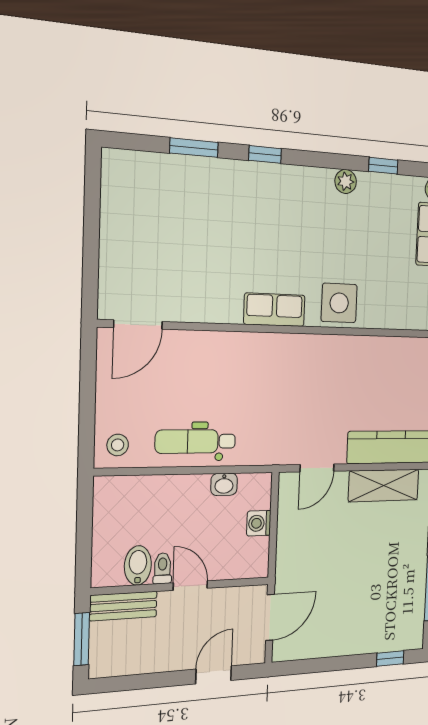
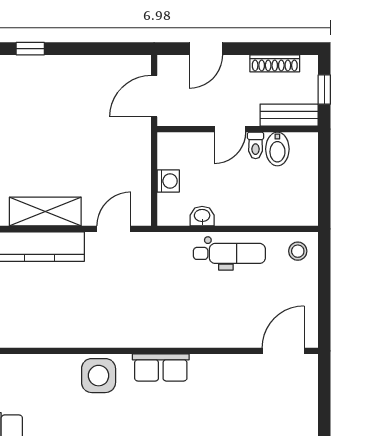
door: (190, 586) -> (230, 129), hinge flipped
window: (82, 639) -> (324, 90), width x0.67
shoe rack: (138, 665) -> (275, 63), added

